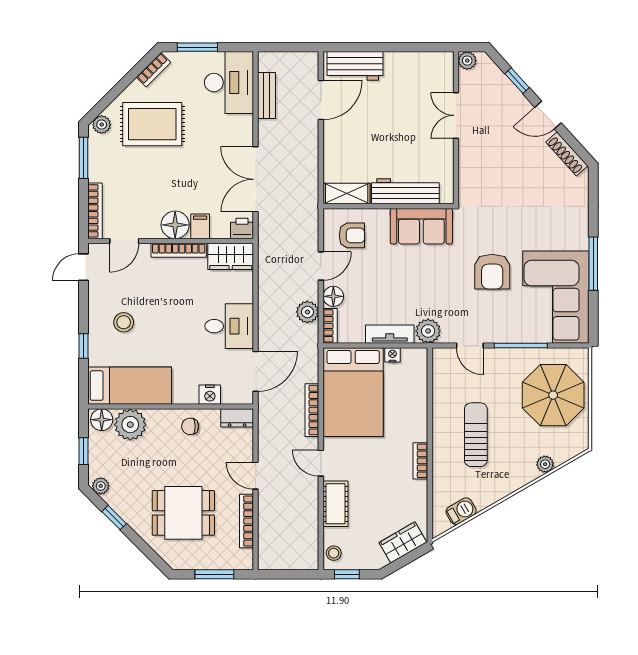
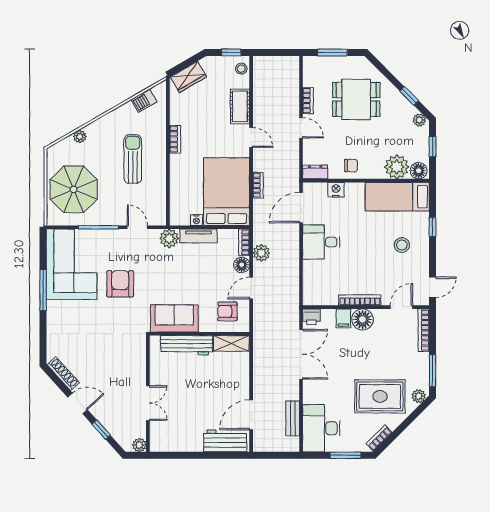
wardrobe: (231, 256) -> (320, 295), removed
bookcase: (312, 410) -> (258, 185), width x0.64
sun lounger: (476, 435) -> (133, 159), turned 180
bookcase: (247, 521) -> (308, 101), width x0.64

